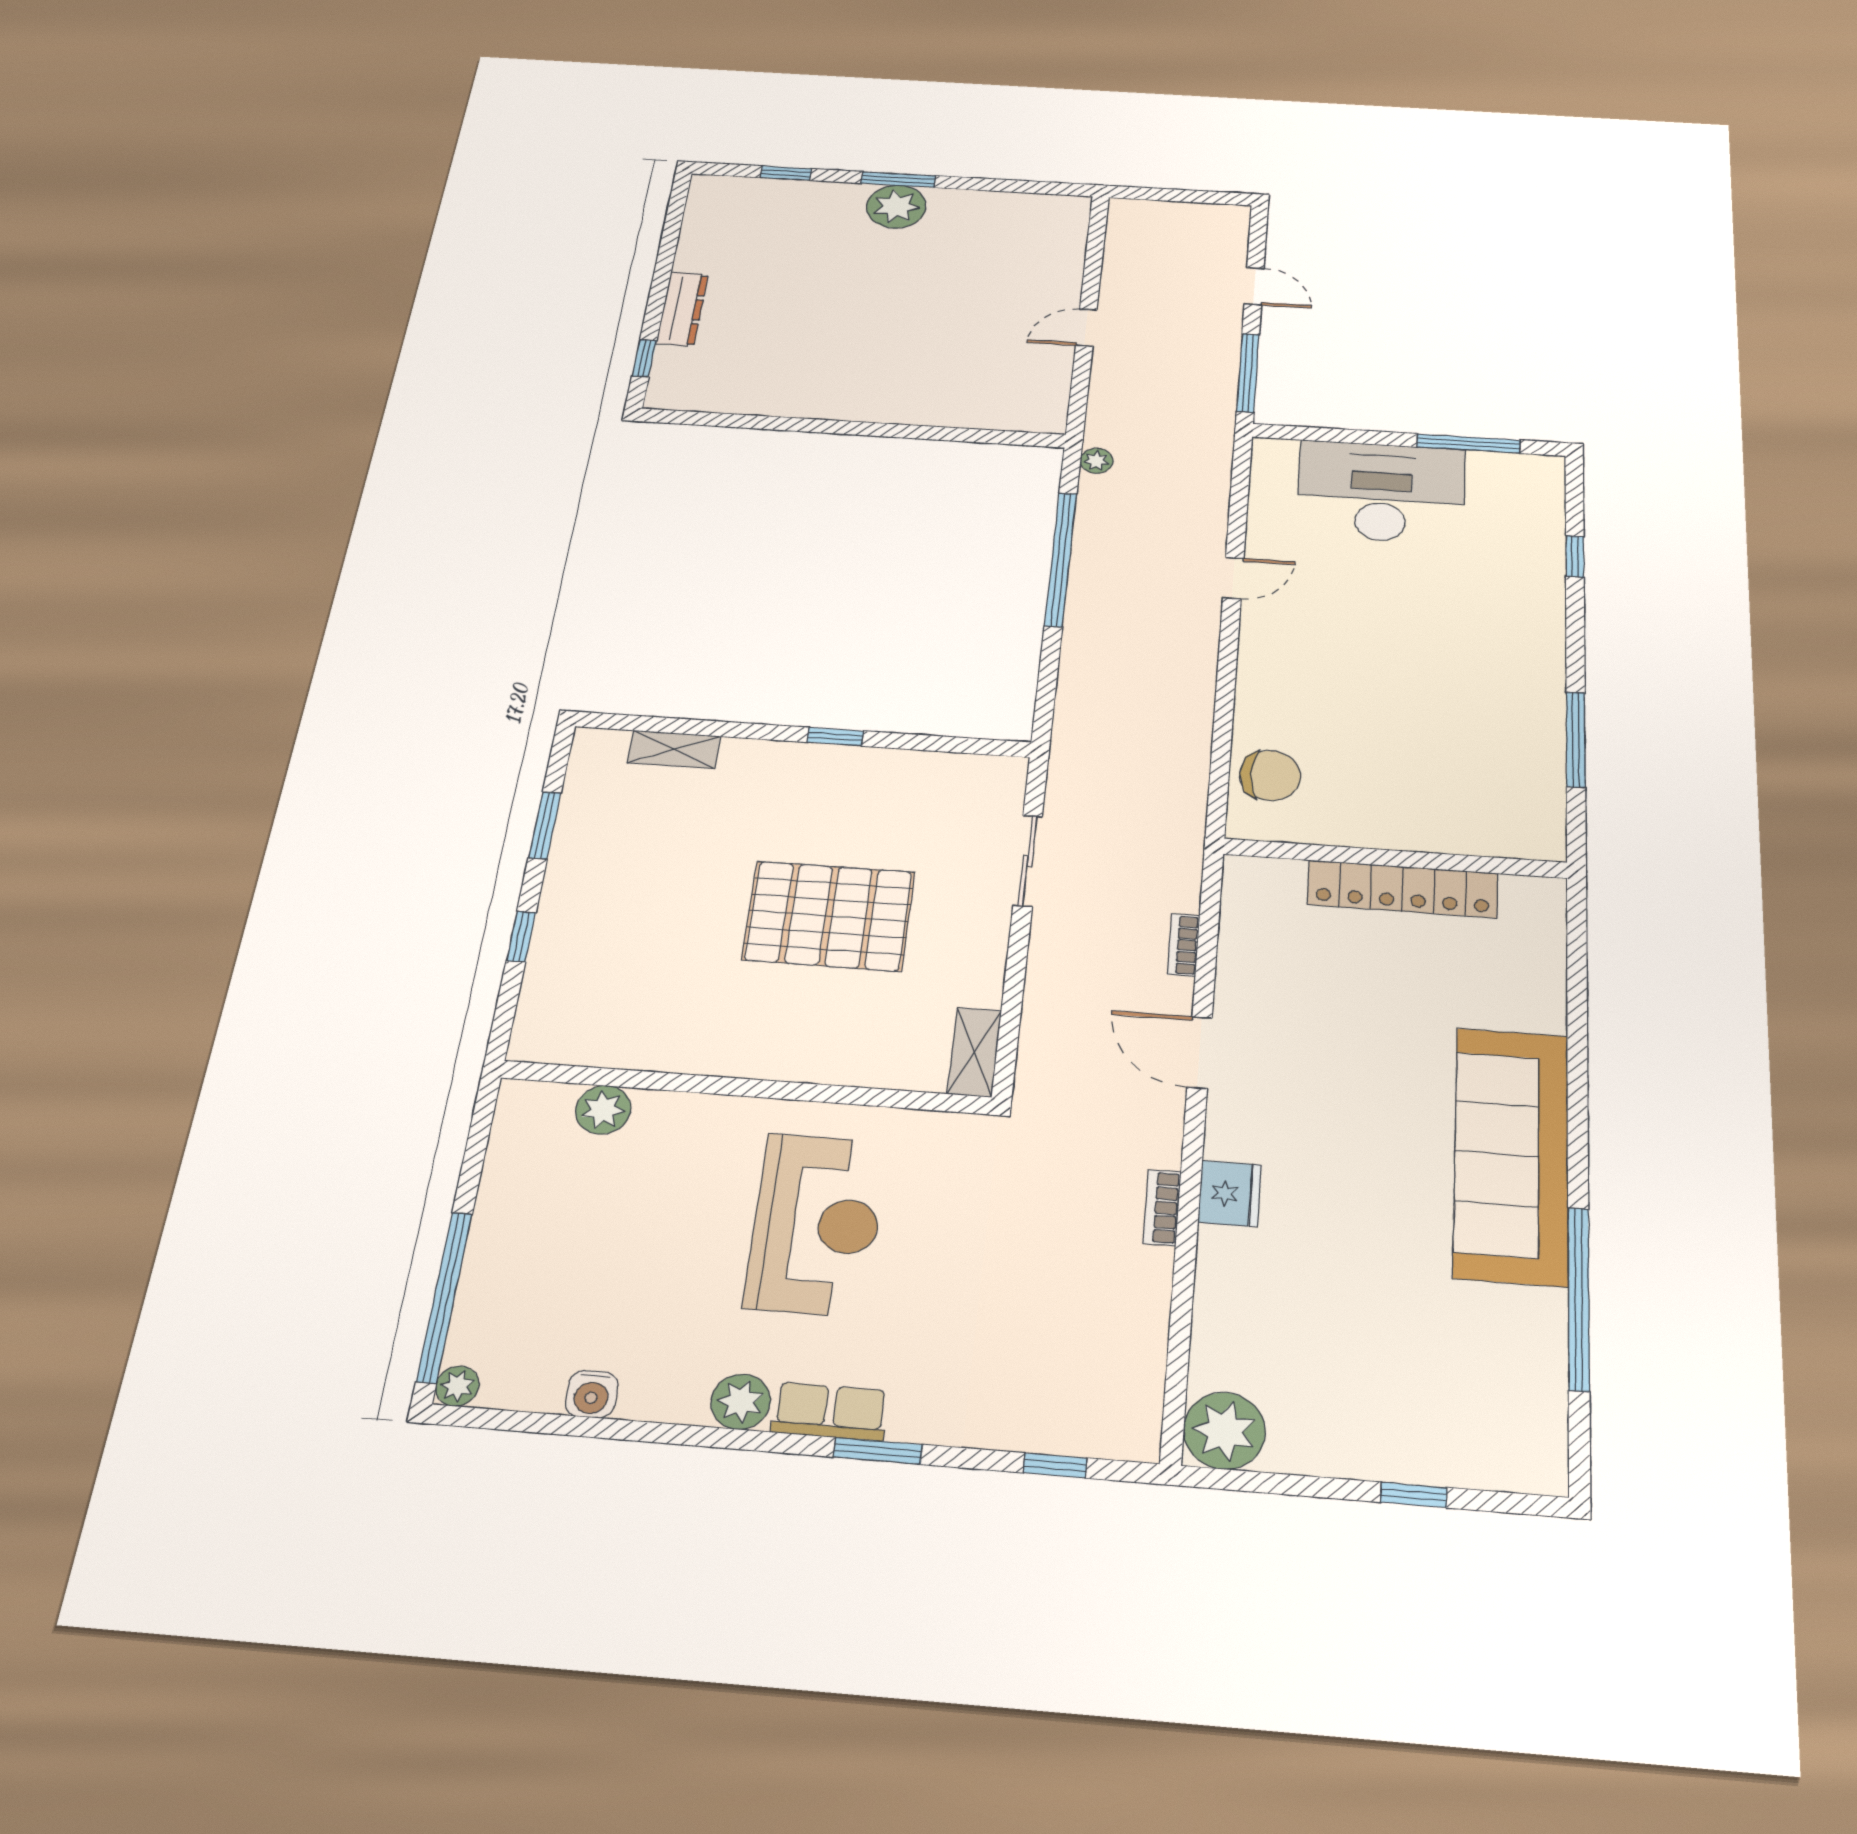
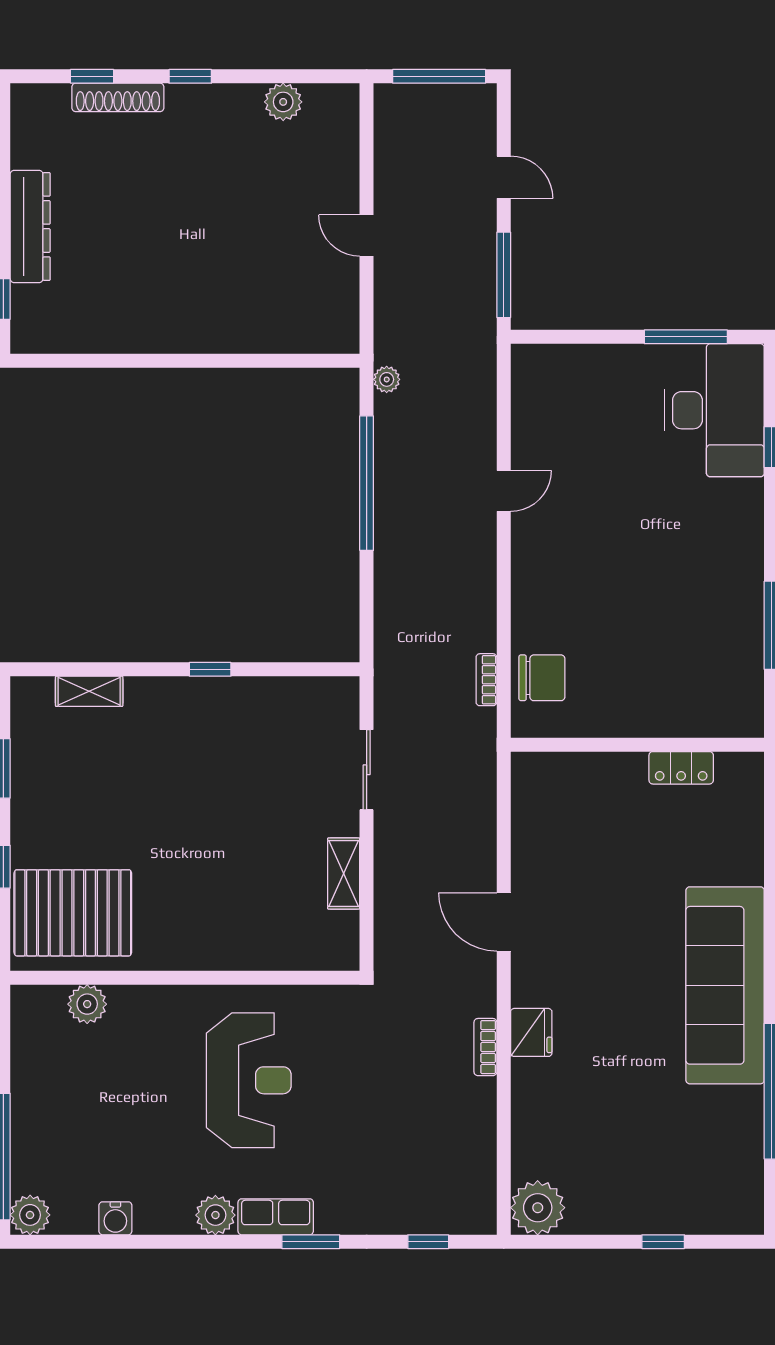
window: (898, 180) -> (190, 76), width x0.67
shoe rack: (812, 192) -> (118, 97), added
window: (1185, 196) -> (439, 76), added
plant: (896, 207) -> (283, 102), moved, width x0.73, depth x0.73
dresser: (682, 309) -> (30, 226), width x1.37, depth x1.24
door: (1086, 328) -> (367, 235), hinge flipped
desk: (1381, 492) -> (714, 410), moved, turned 90
locker: (1403, 889) -> (681, 768), width x0.46, depth x0.83
pallet: (829, 916) -> (73, 913), moved
bookcase: (1183, 945) -> (486, 680), moved
shelving: (974, 1052) -> (344, 874), moved
plant: (457, 1386) -> (30, 1215), width x1.38, depth x1.38

